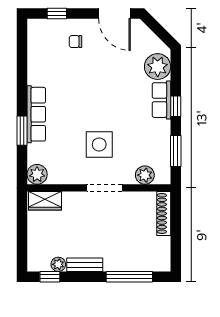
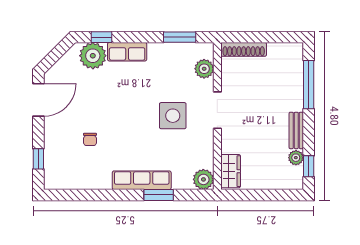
chair: (75, 42) -> (90, 139), moved
window: (176, 106) -> (102, 37), moved

